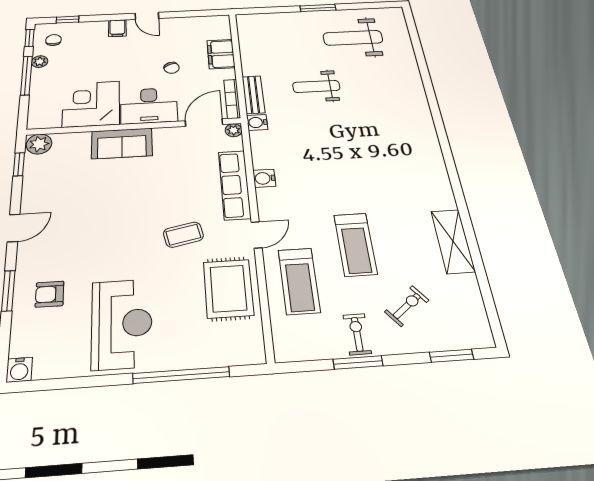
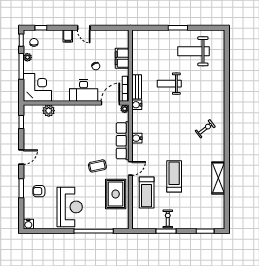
corner desk: (91, 104) -> (37, 87), moved, turned 90
sofa: (122, 143) -> (70, 113), removed
plant: (39, 144) -> (49, 111), moved
treadmill: (355, 244) -> (174, 176), turned 180
exercise bike: (407, 306) -> (205, 129), moved

